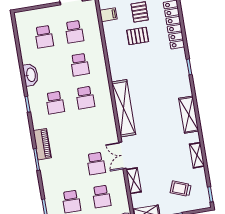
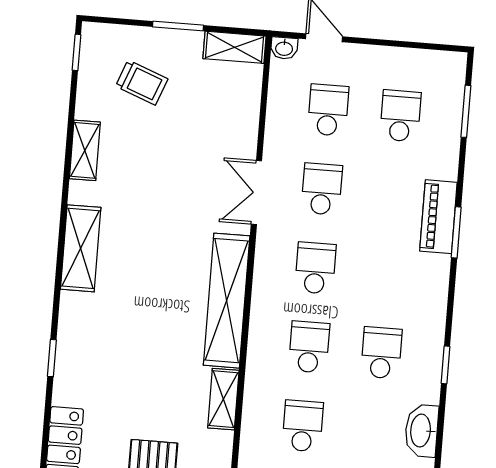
school desk: (91, 131) -> (315, 268), added
piano: (42, 144) -> (438, 217), moved
double door: (122, 155) -> (256, 193), swing flipped
shelving: (134, 181) -> (223, 399), moved

